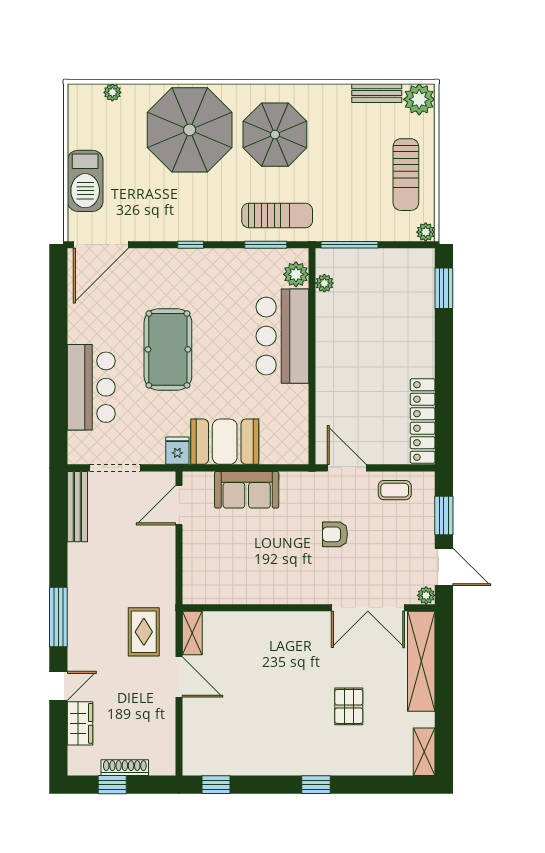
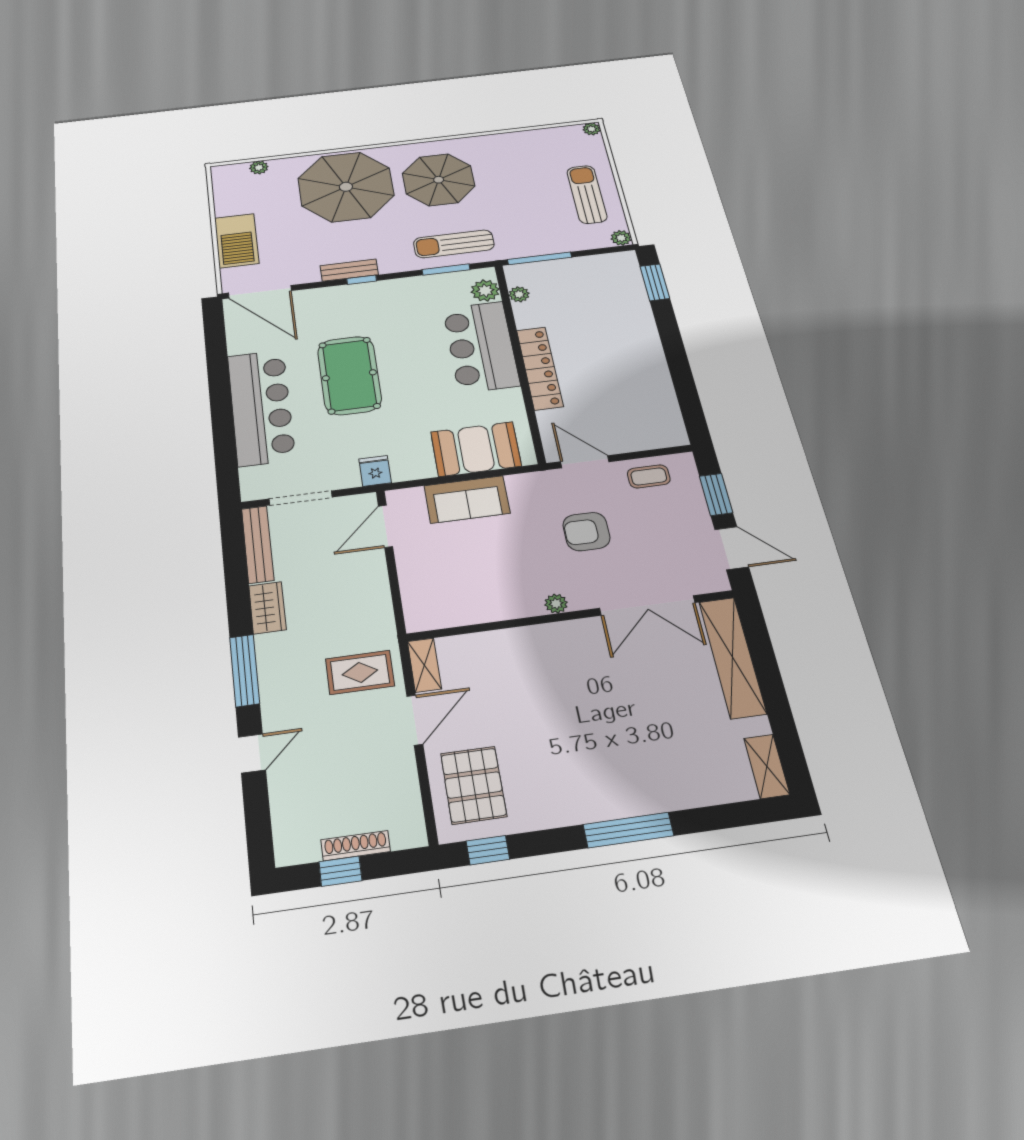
bench: (377, 93) -> (349, 270), moved
plant: (419, 99) -> (592, 129), width x0.53, depth x0.53
sun lounger: (406, 175) -> (587, 194), turned 180
sun lounger: (277, 216) -> (454, 244), turned 180
door: (101, 245) -> (260, 292), hinge flipped
bar counter: (91, 387) -> (261, 407), width x1.36
locker: (423, 421) -> (540, 368), moved, turned 180
booth: (225, 442) -> (476, 449), moved
armchair: (335, 534) -> (586, 532), width x1.38, depth x1.38
plant: (426, 595) -> (556, 604), moved
rug: (144, 632) -> (360, 672), turned 90
door: (179, 677) -> (415, 720), hinge flipped
pallet: (349, 706) -> (474, 785), moved, width x1.50, depth x1.42
wardrobe: (80, 723) -> (267, 608), moved
window: (316, 785) -> (628, 830), width x2.17

